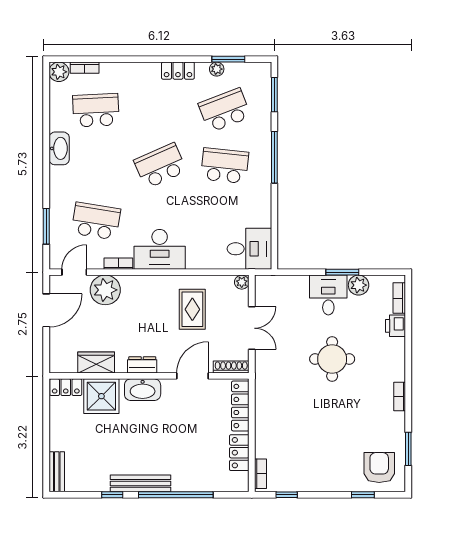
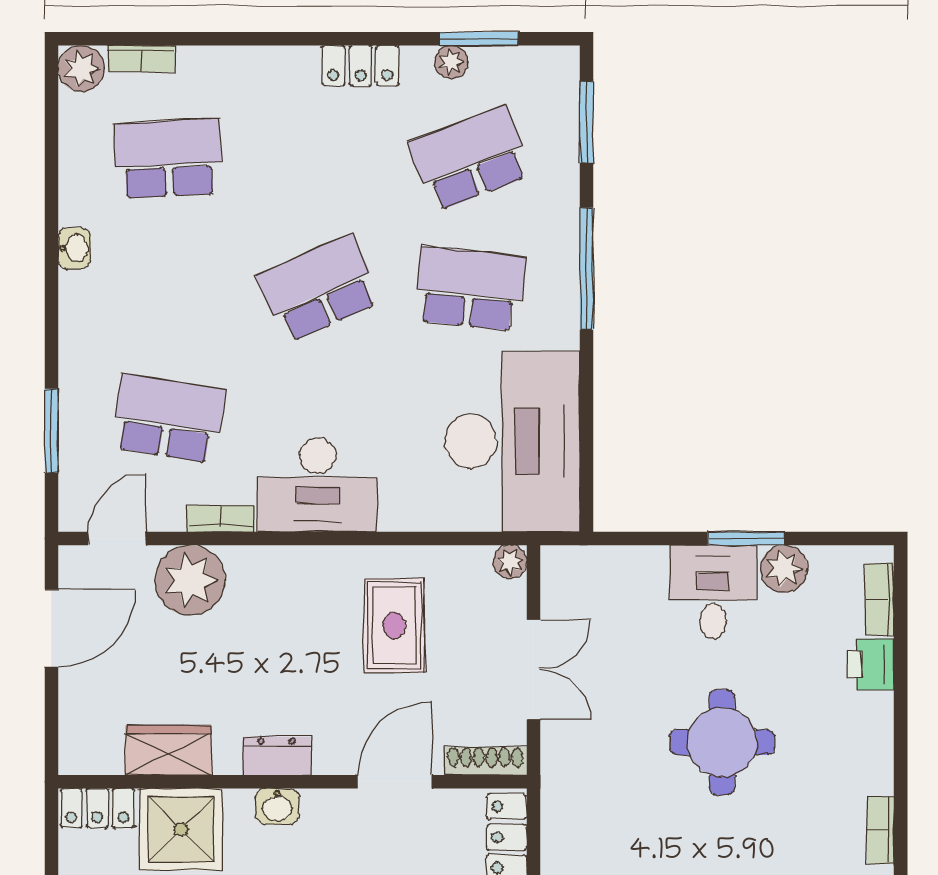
washbasin: (59, 148) -> (74, 248), width x0.52, depth x0.69
desk: (249, 249) -> (512, 442), width x1.87, depth x1.30
washbasin: (143, 390) -> (277, 806), width x0.52, depth x0.69

